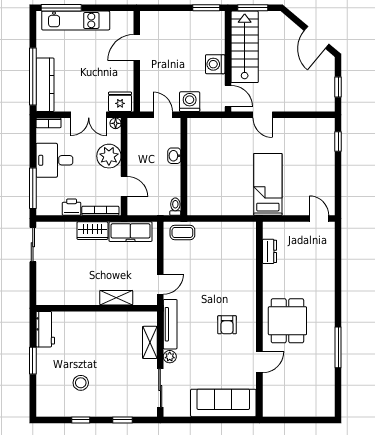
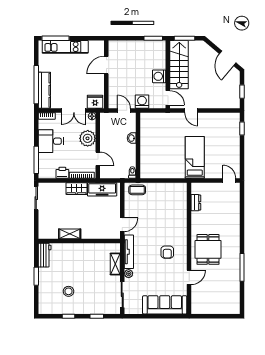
shelving: (116, 298) -> (70, 234), moved

